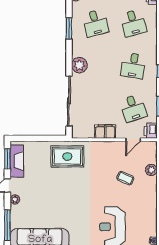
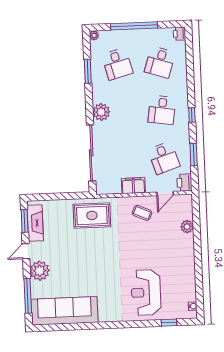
desk: (133, 23) -> (160, 62), turned 33
coffee table: (125, 178) -> (142, 213), moved
plant: (15, 199) -> (40, 271), width x1.88, depth x1.88

